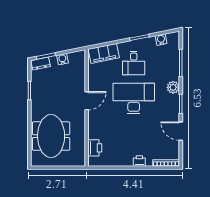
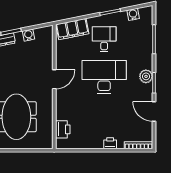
desk: (134, 63) -> (104, 39), turned 180
plant: (173, 87) -> (146, 76), moved

